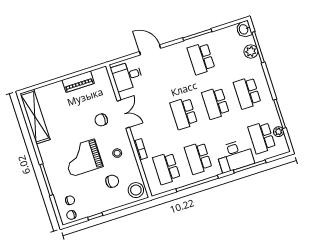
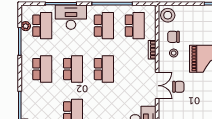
plant: (251, 51) -> (27, 104), removed
double door: (123, 114) -> (157, 86), swing flipped
chair: (112, 181) -> (174, 37), moved

